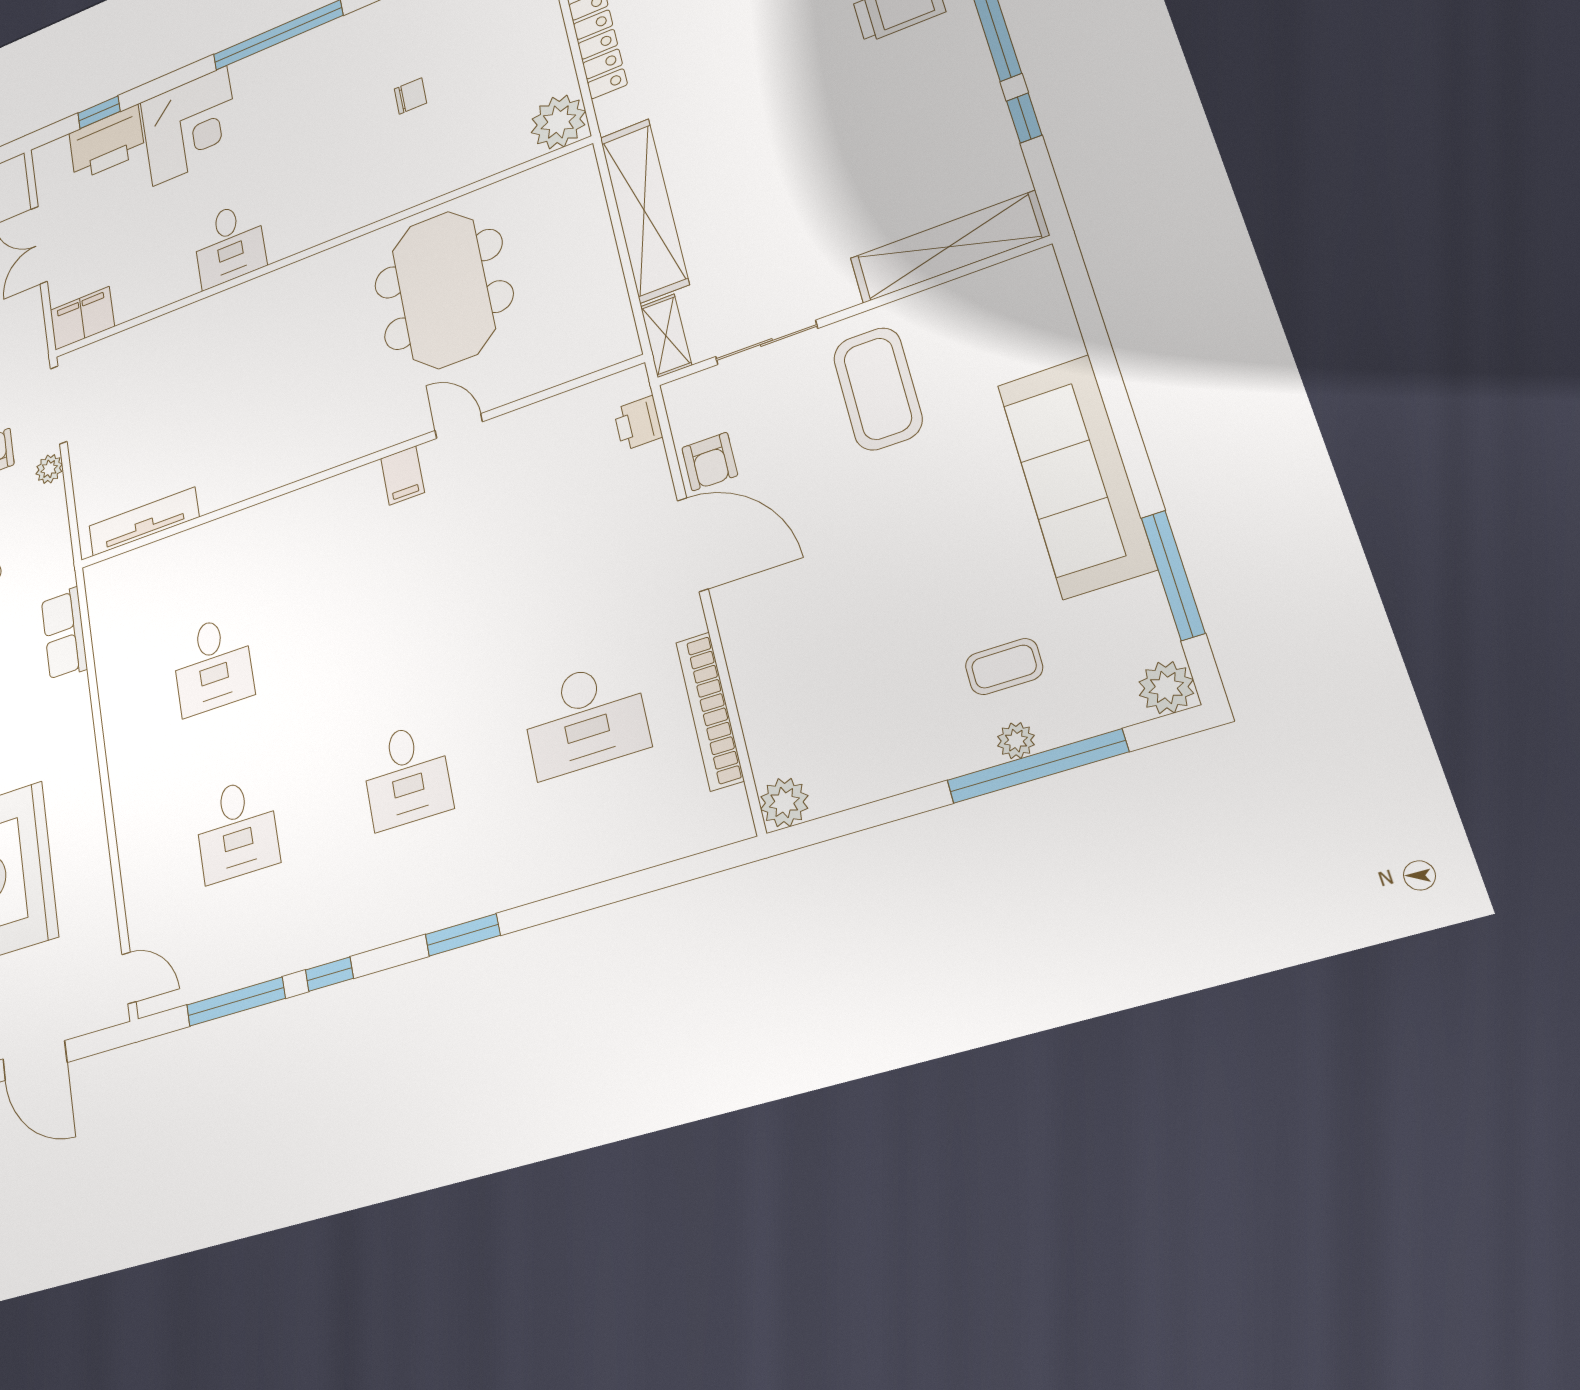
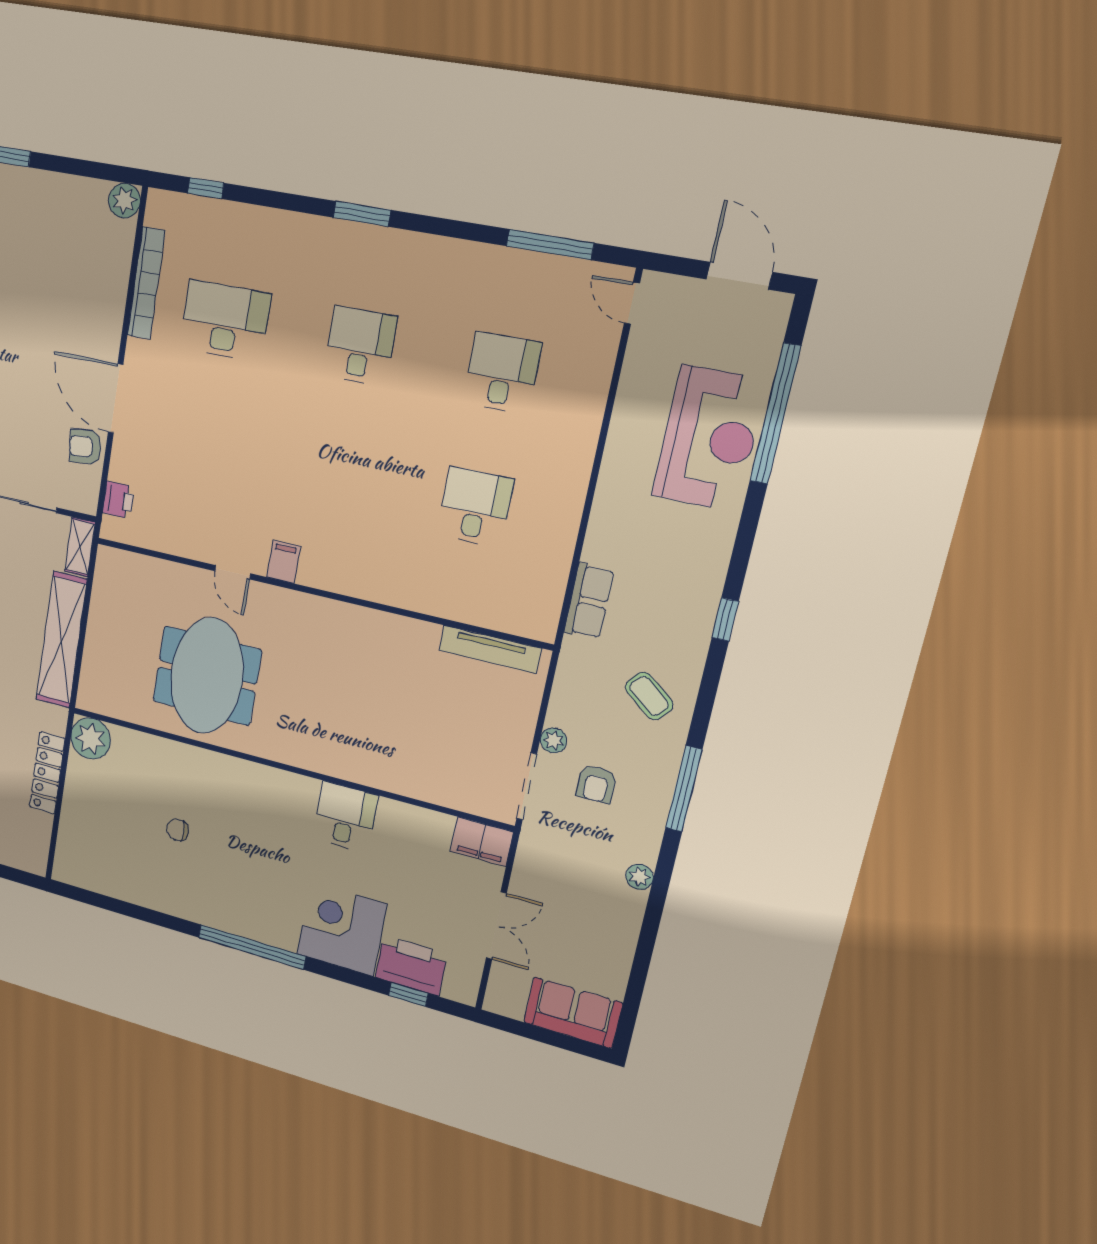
armchair: (710, 462) -> (85, 447), turned -96
window: (329, 974) -> (206, 188), moved

